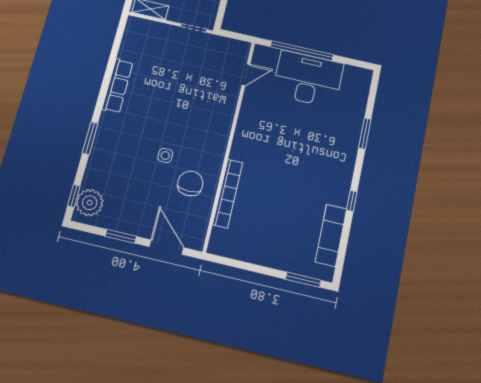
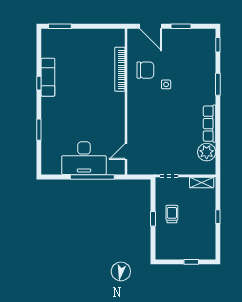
chair: (190, 183) -> (145, 70), turned -90
plant: (90, 203) -> (207, 152), moved
exam couch: (331, 235) -> (48, 77), moved

